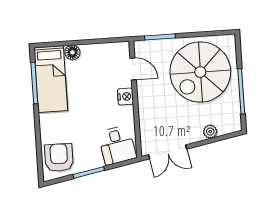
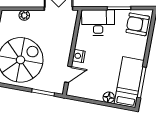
door: (133, 69) -> (68, 74), swing flipped
desk: (117, 145) -> (98, 23), width x1.37
armchair: (59, 158) -> (138, 24), turned 90

